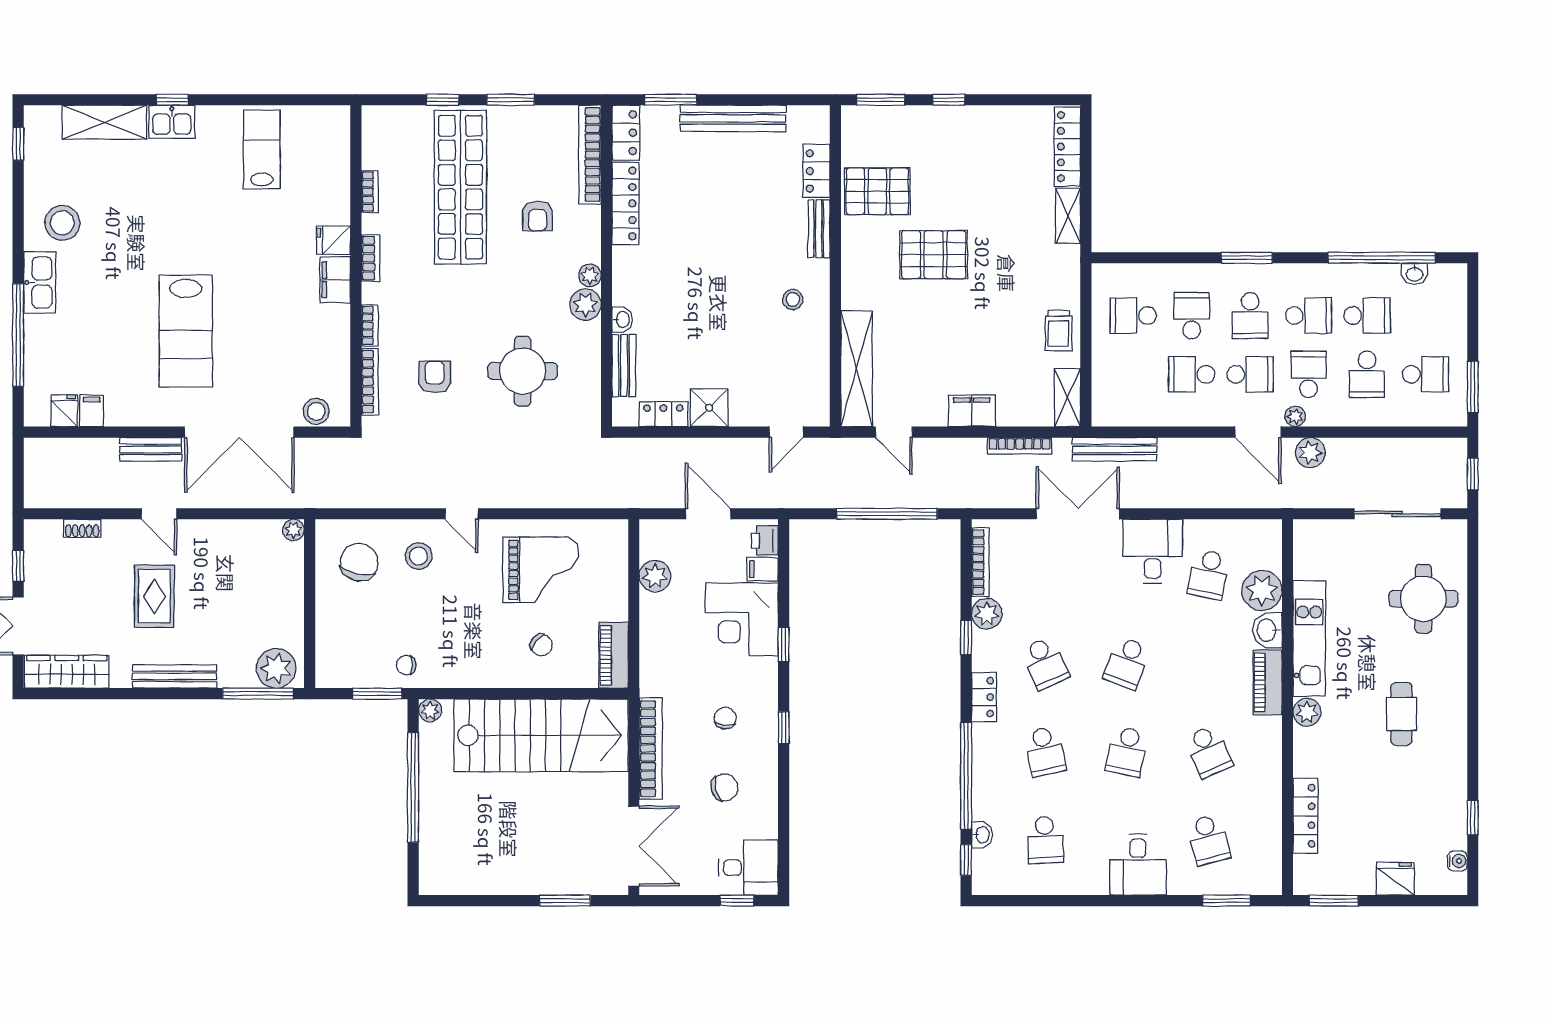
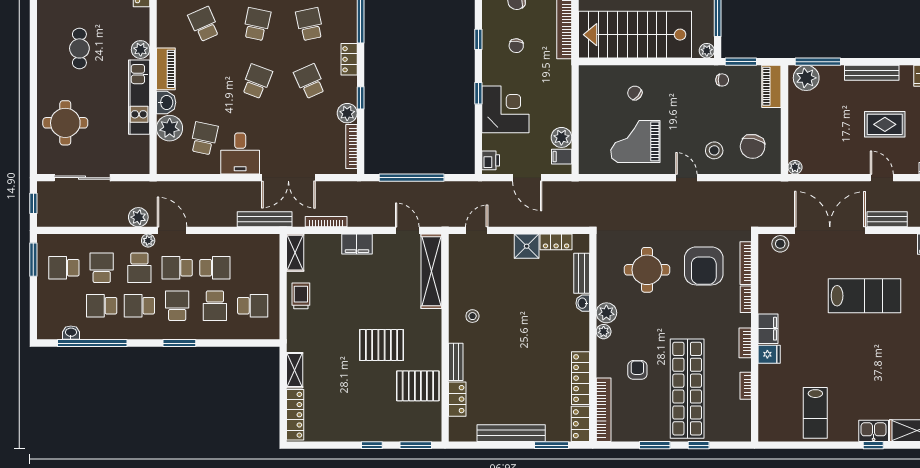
lab bench: (186, 331) -> (864, 296), turned 90
armchair: (435, 377) -> (704, 266), width x1.88, depth x1.88
filing cabinet: (763, 569) -> (562, 157), moved, turned 180
rug: (154, 596) -> (885, 124), turned 90
piano: (614, 655) -> (771, 86), moved, turned 180

